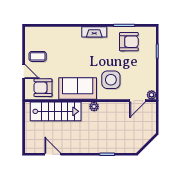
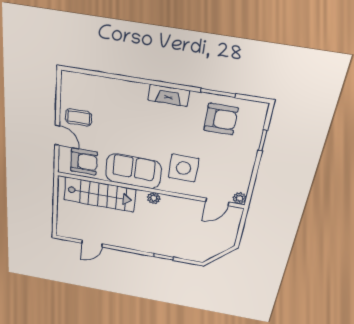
armchair: (43, 88) -> (84, 162), turned 180
door: (53, 154) -> (92, 244), swing flipped

